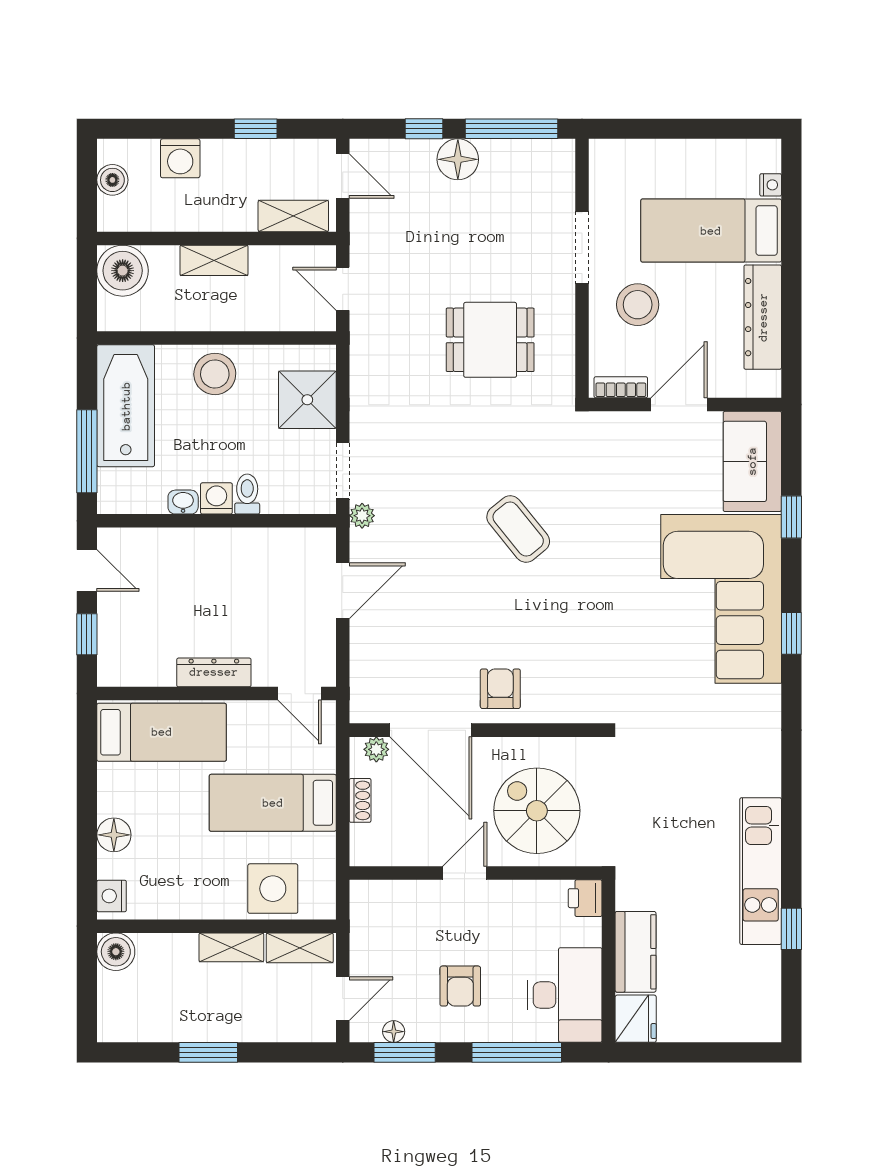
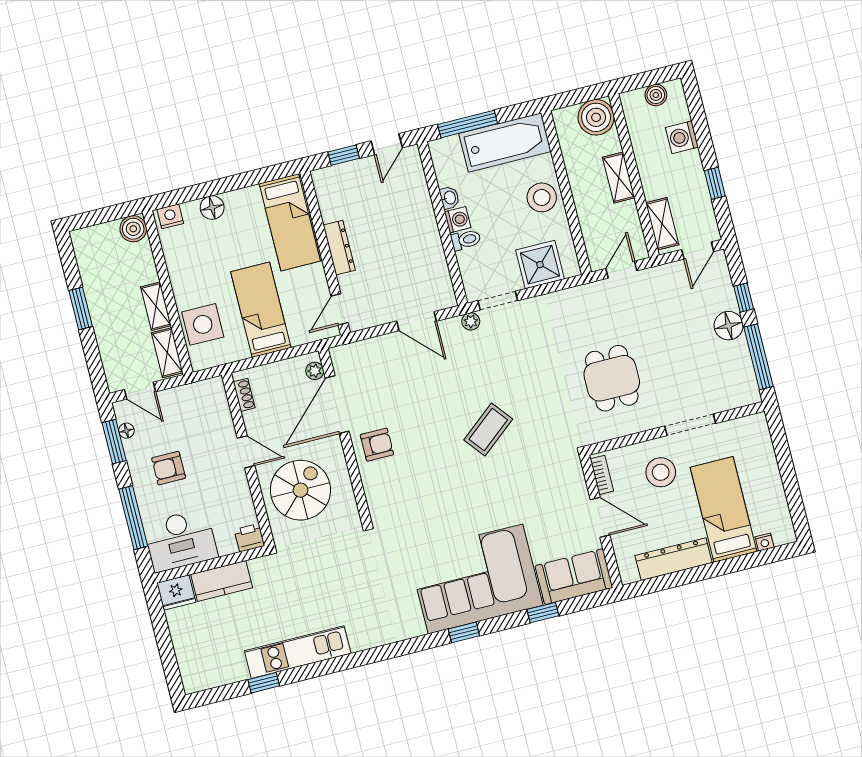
shoe rack: (360, 800) -> (244, 395), moved, turned -90

